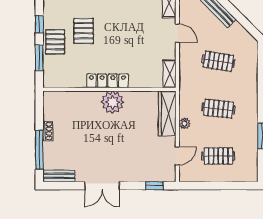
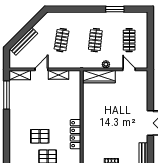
shelving: (169, 74) -> (58, 75), moved
locker: (107, 81) -> (75, 134), moved
plant: (113, 102) -> (91, 116), removed
window: (154, 186) -> (150, 86), removed

